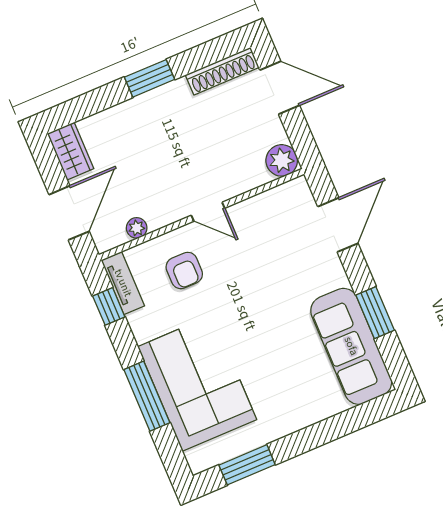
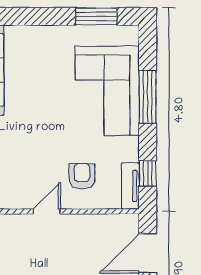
door: (208, 212) -> (47, 211), hinge flipped
plant: (137, 228) -> (103, 222), removed

